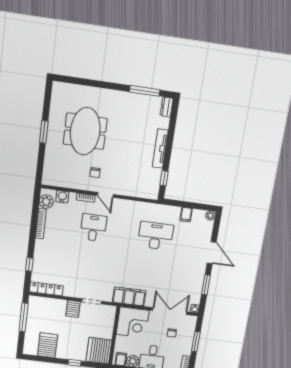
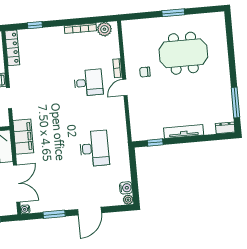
water cooler: (62, 197) -> (126, 188), moved
filing cabinet: (186, 215) -> (123, 174), removed

